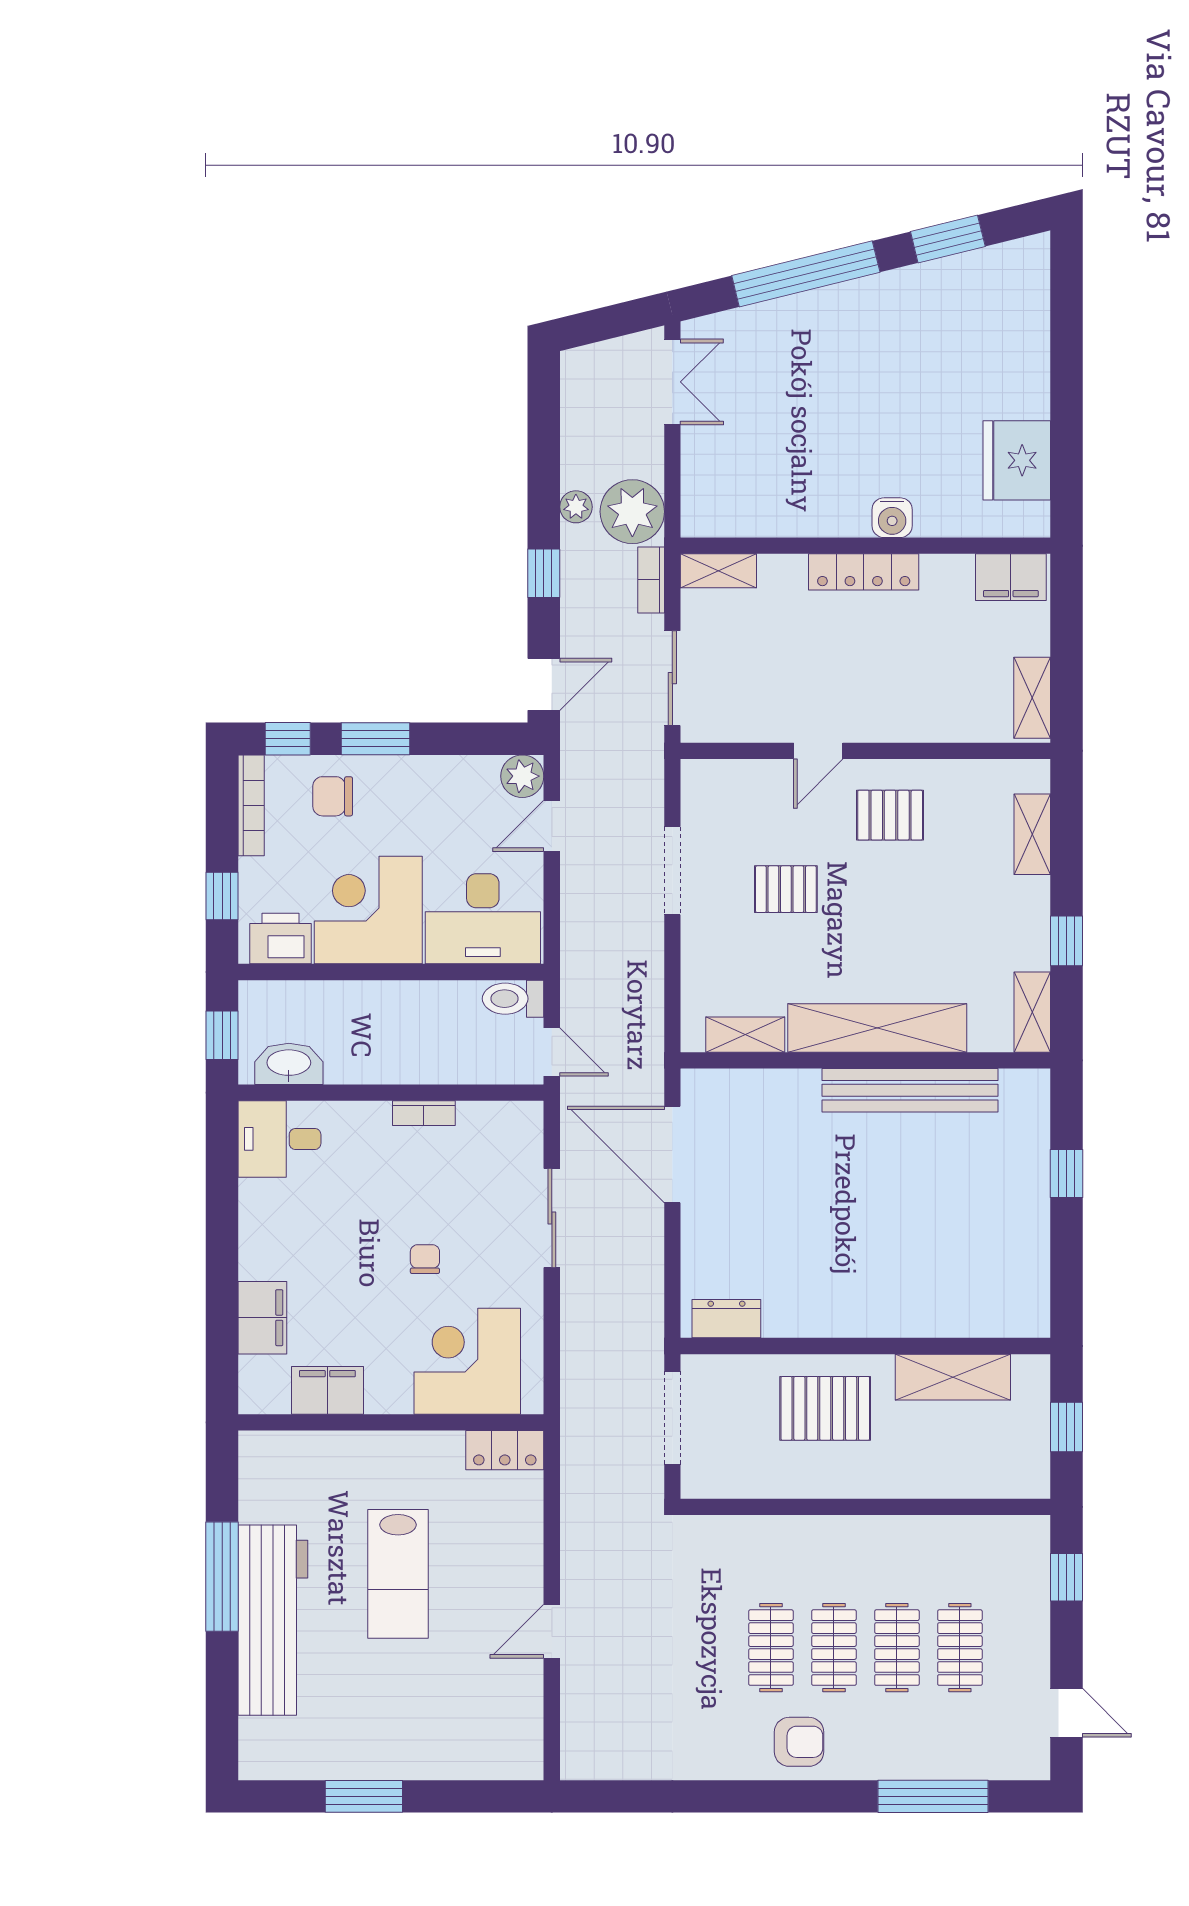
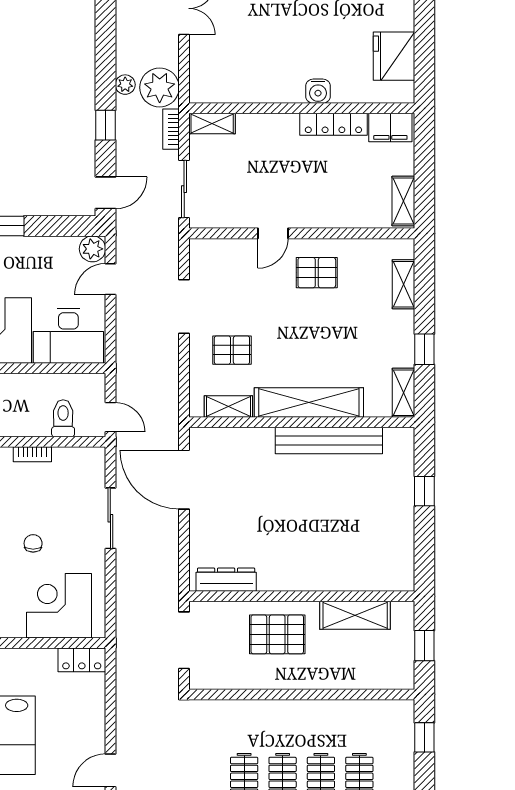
locker: (864, 572) -> (333, 124), moved
pallet: (786, 889) -> (232, 350), moved
toilet: (513, 999) -> (63, 418), moved, turned 90
dresser: (726, 1319) -> (226, 580), width x1.44

